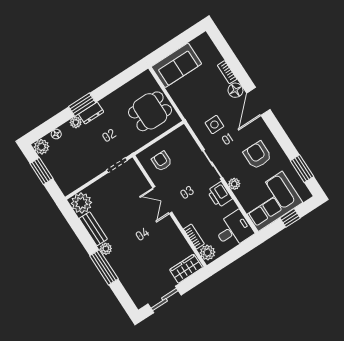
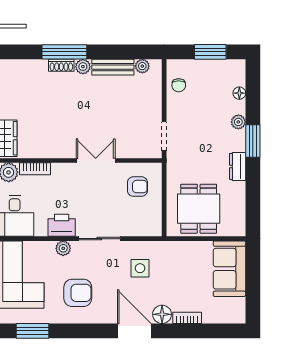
dresser: (91, 113) -> (238, 166), moved
plant: (42, 147) -> (236, 69), removed
chair: (77, 177) -> (179, 85), added
plant: (81, 203) -> (142, 66), width x0.53, depth x0.53
shoe rack: (114, 264) -> (61, 65), added

